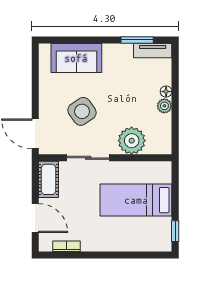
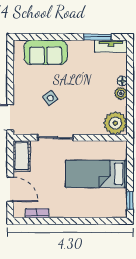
side table: (82, 111) -> (50, 98), width x0.54, depth x0.54
plant: (132, 141) -> (115, 123), moved

